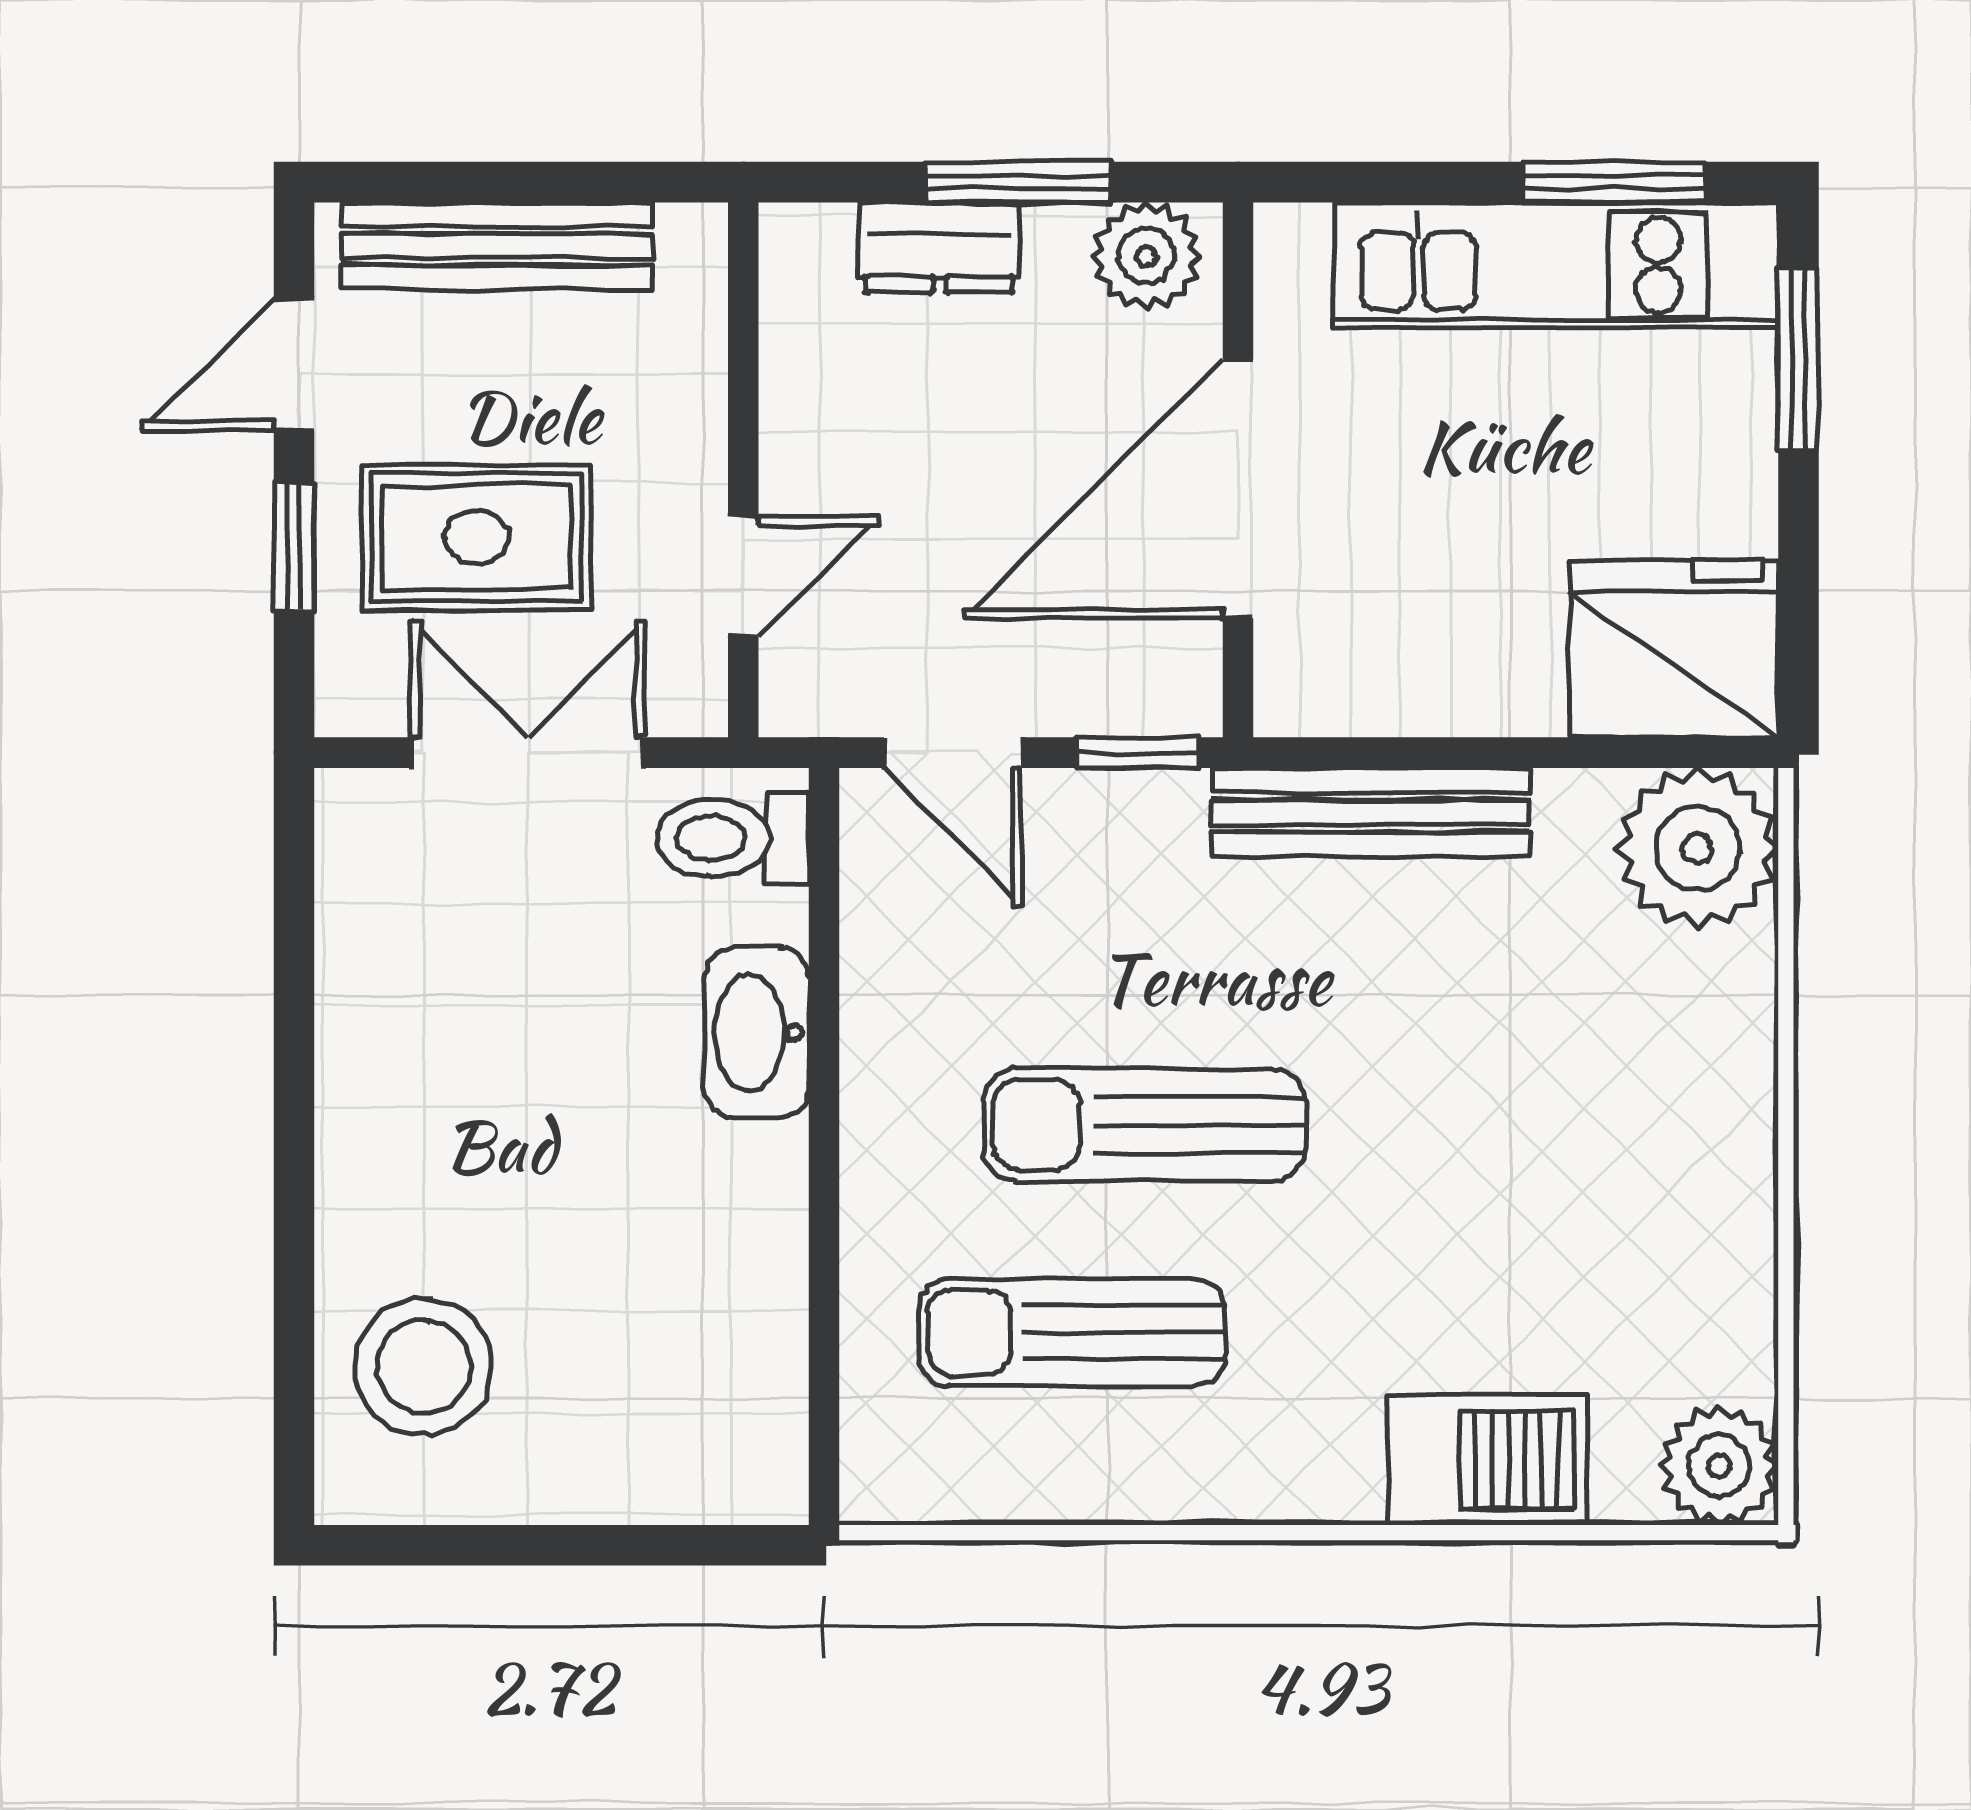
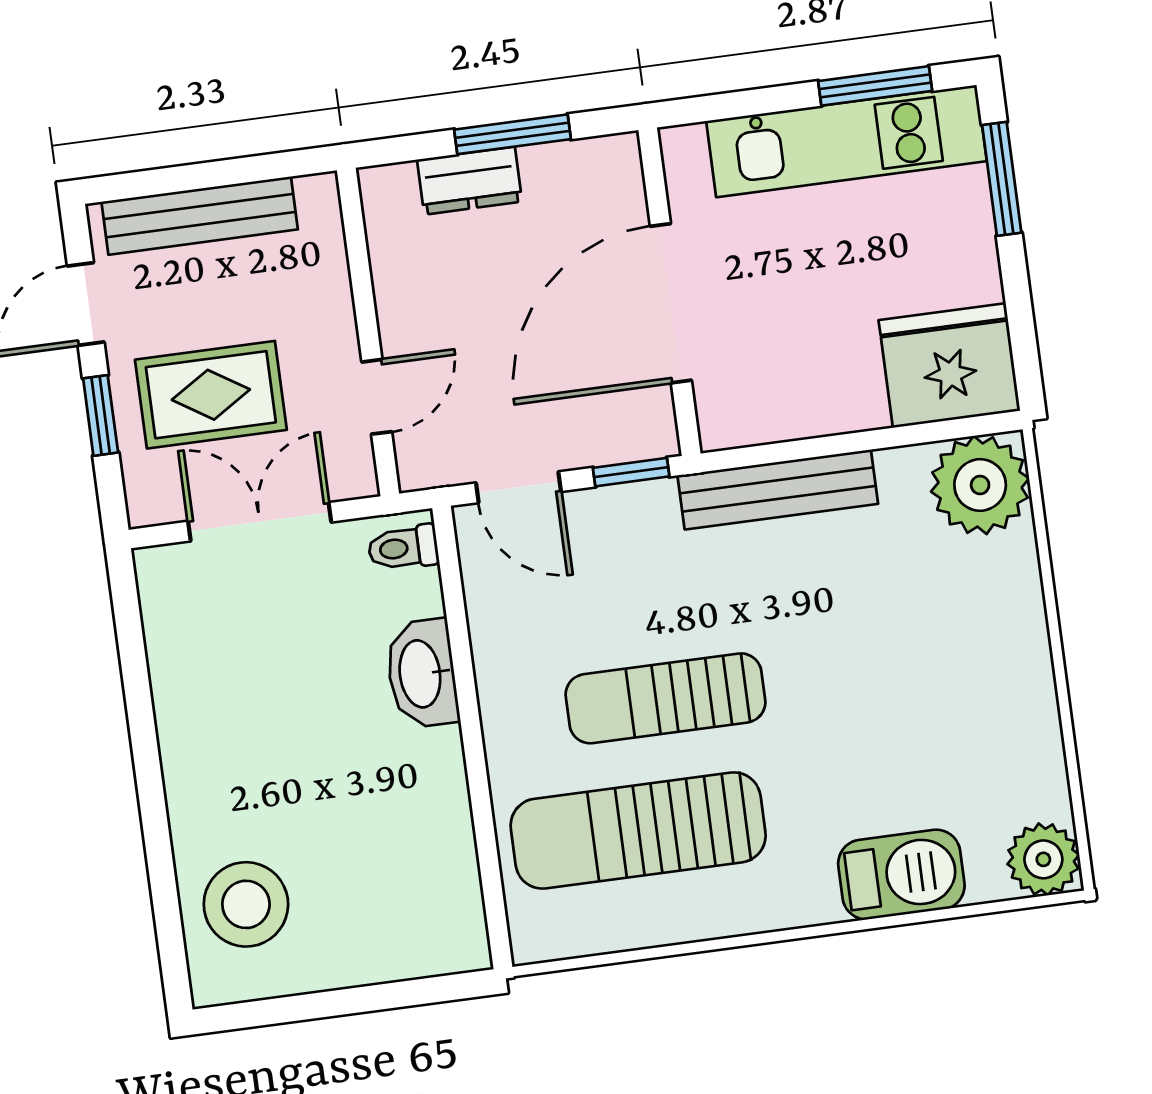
plant: (1146, 256) -> (596, 169), removed
toilet: (732, 838) -> (403, 548), width x0.73, depth x0.72
sun lounger: (1072, 1332) -> (638, 831), width x1.36, depth x1.34

